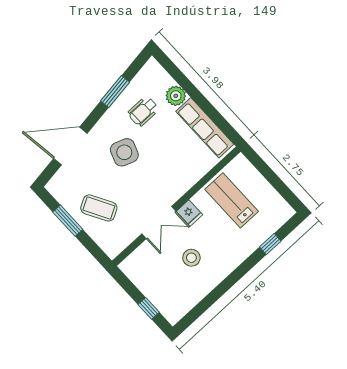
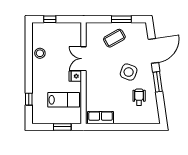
window: (115, 92) -> (158, 82), moved
plant: (176, 96) -> (133, 118), removed
row of seats: (205, 128) -> (101, 118), width x0.68
window: (266, 171) -> (62, 127), added
stool: (191, 258) -> (40, 53), moved

